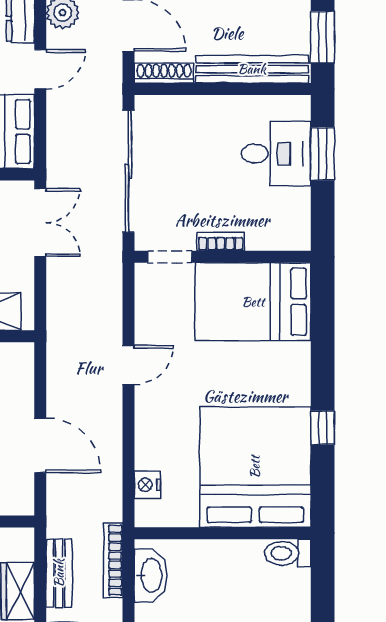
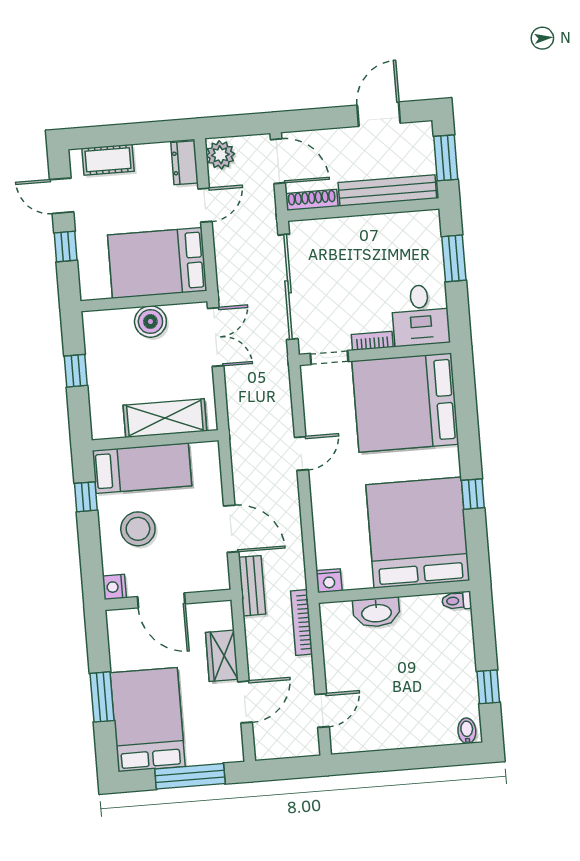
desk: (276, 154) -> (420, 315), moved, turned 90
bed: (253, 302) -> (405, 403), width x1.36
nightstand: (147, 485) -> (329, 581), moved, turned -90
toilet: (288, 553) -> (457, 601), width x0.73, depth x0.72
bench: (59, 573) -> (252, 586), moved
washbasin: (151, 575) -> (376, 612), moved, turned 90

